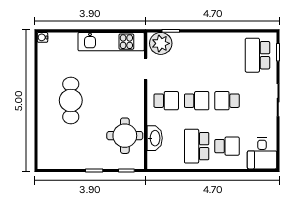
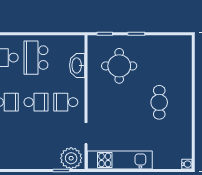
cafe table: (71, 100) -> (159, 102), width x0.73, depth x0.74
school desk: (197, 101) -> (36, 102), turned 180
round table: (125, 136) -> (119, 66), moved
school desk: (197, 146) -> (36, 58), turned 180

